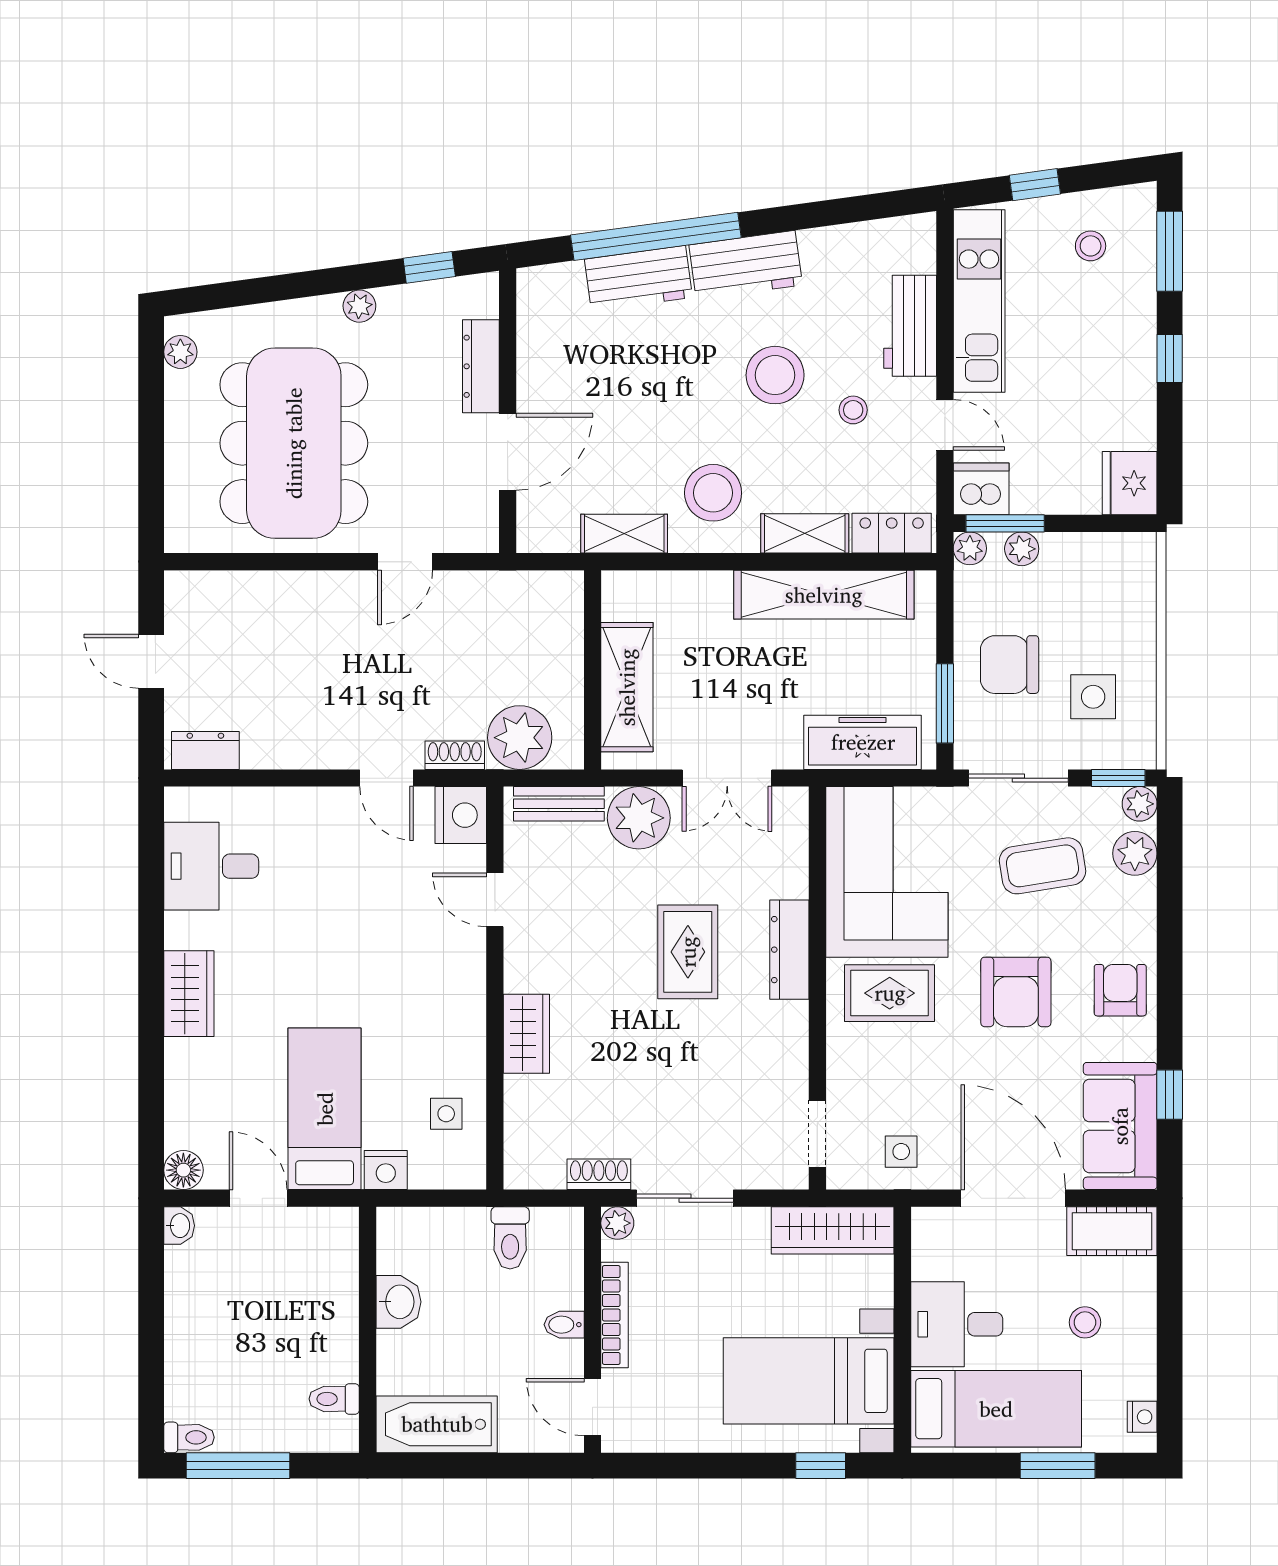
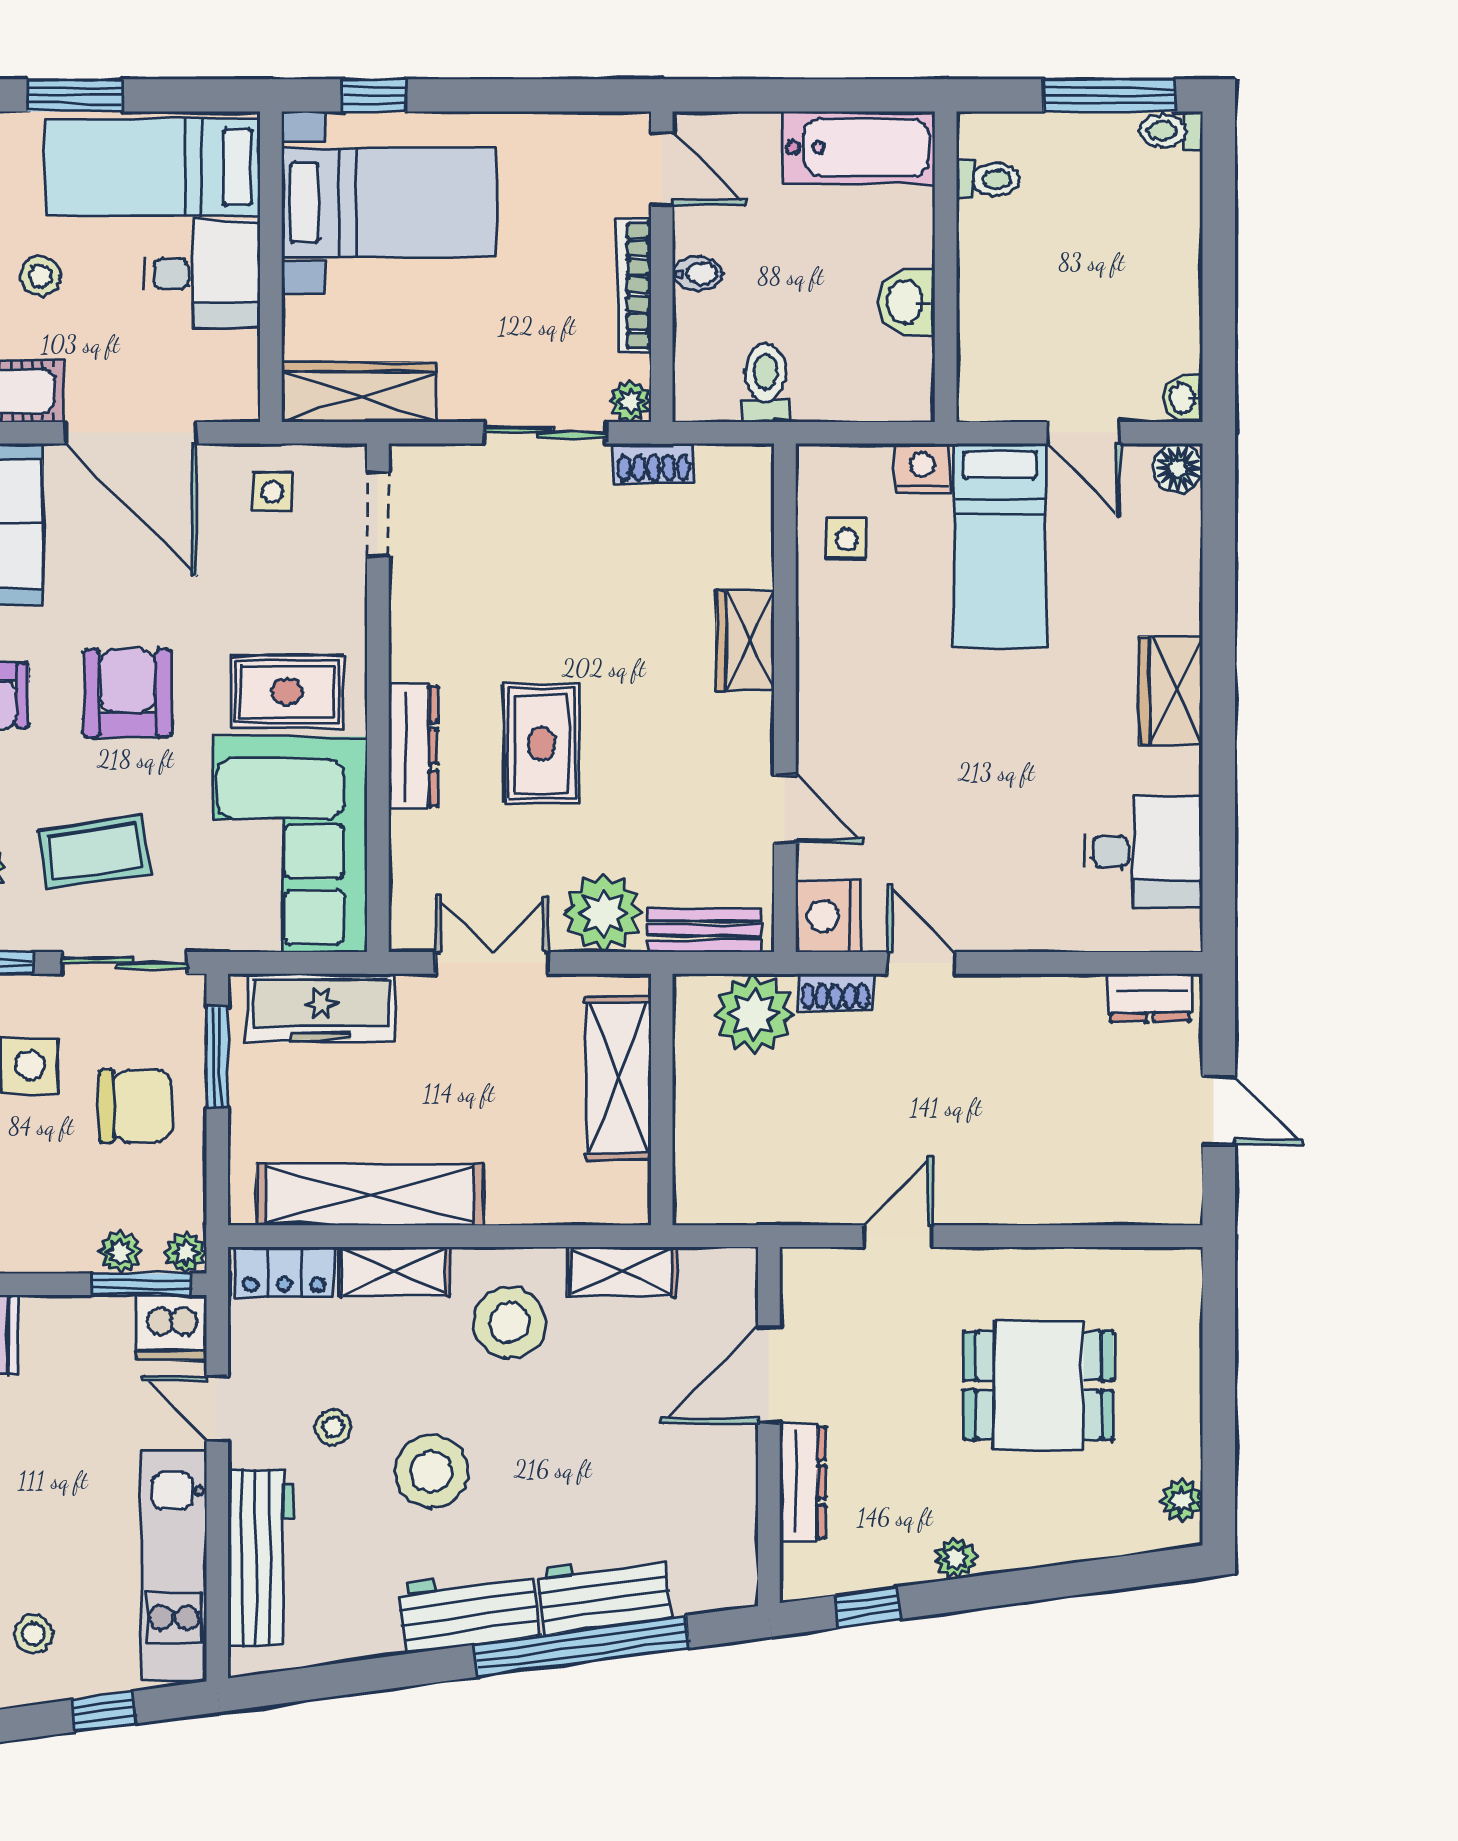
workbench: (910, 326) -> (261, 1558), width x1.38
dining table: (294, 443) -> (1039, 1385), width x0.53, depth x0.80

